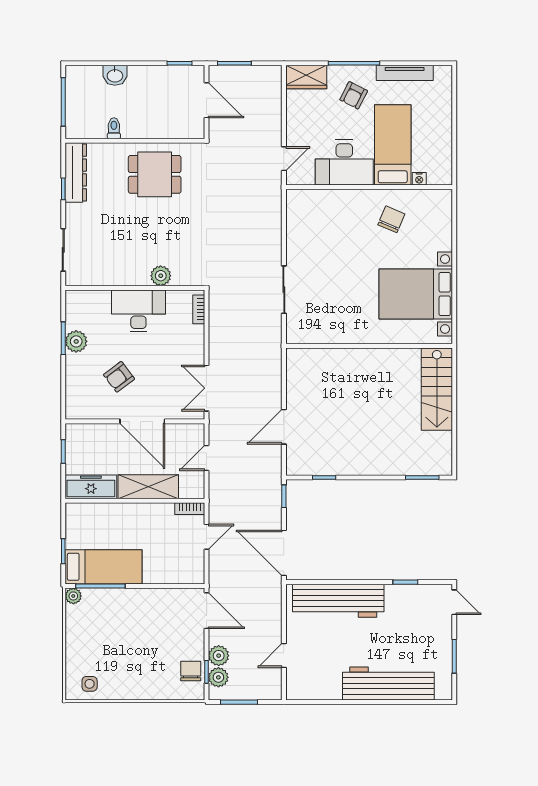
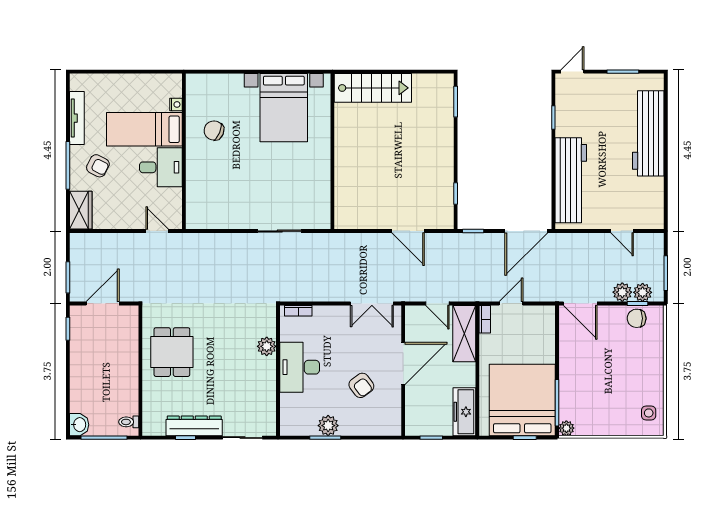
washbasin: (115, 75) -> (79, 425), moved
toilet: (114, 128) -> (129, 422), moved
desk: (344, 163) -> (161, 167), width x0.73
dresser: (76, 172) -> (194, 426), moved
shelving: (148, 487) -> (464, 334), moved
door: (207, 537) -> (511, 304), hinge flipped
bed: (104, 567) -> (522, 400), width x2.04
door: (207, 611) -> (580, 304), swing flipped

